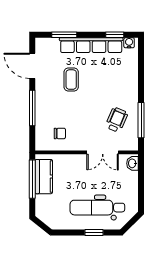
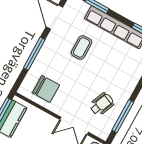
chair: (60, 133) -> (46, 89), width x1.87, depth x1.87

